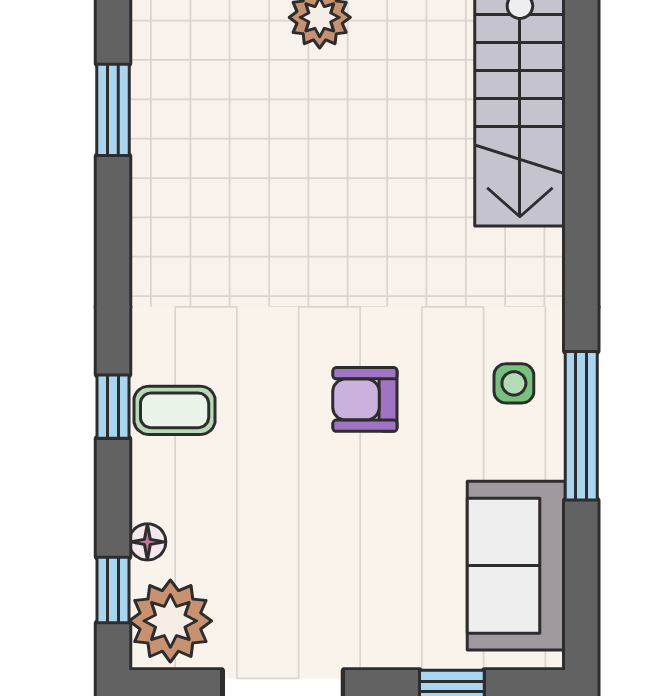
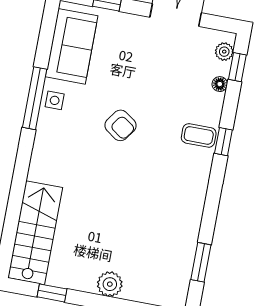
side table: (514, 383) -> (55, 100), moved
armchair: (365, 399) -> (120, 125), turned 35
plant: (170, 621) -> (224, 52), width x0.53, depth x0.53

